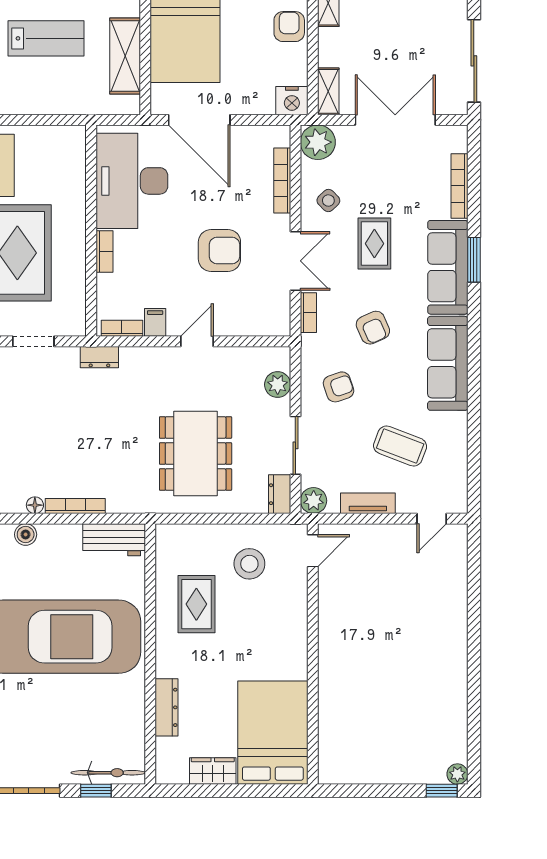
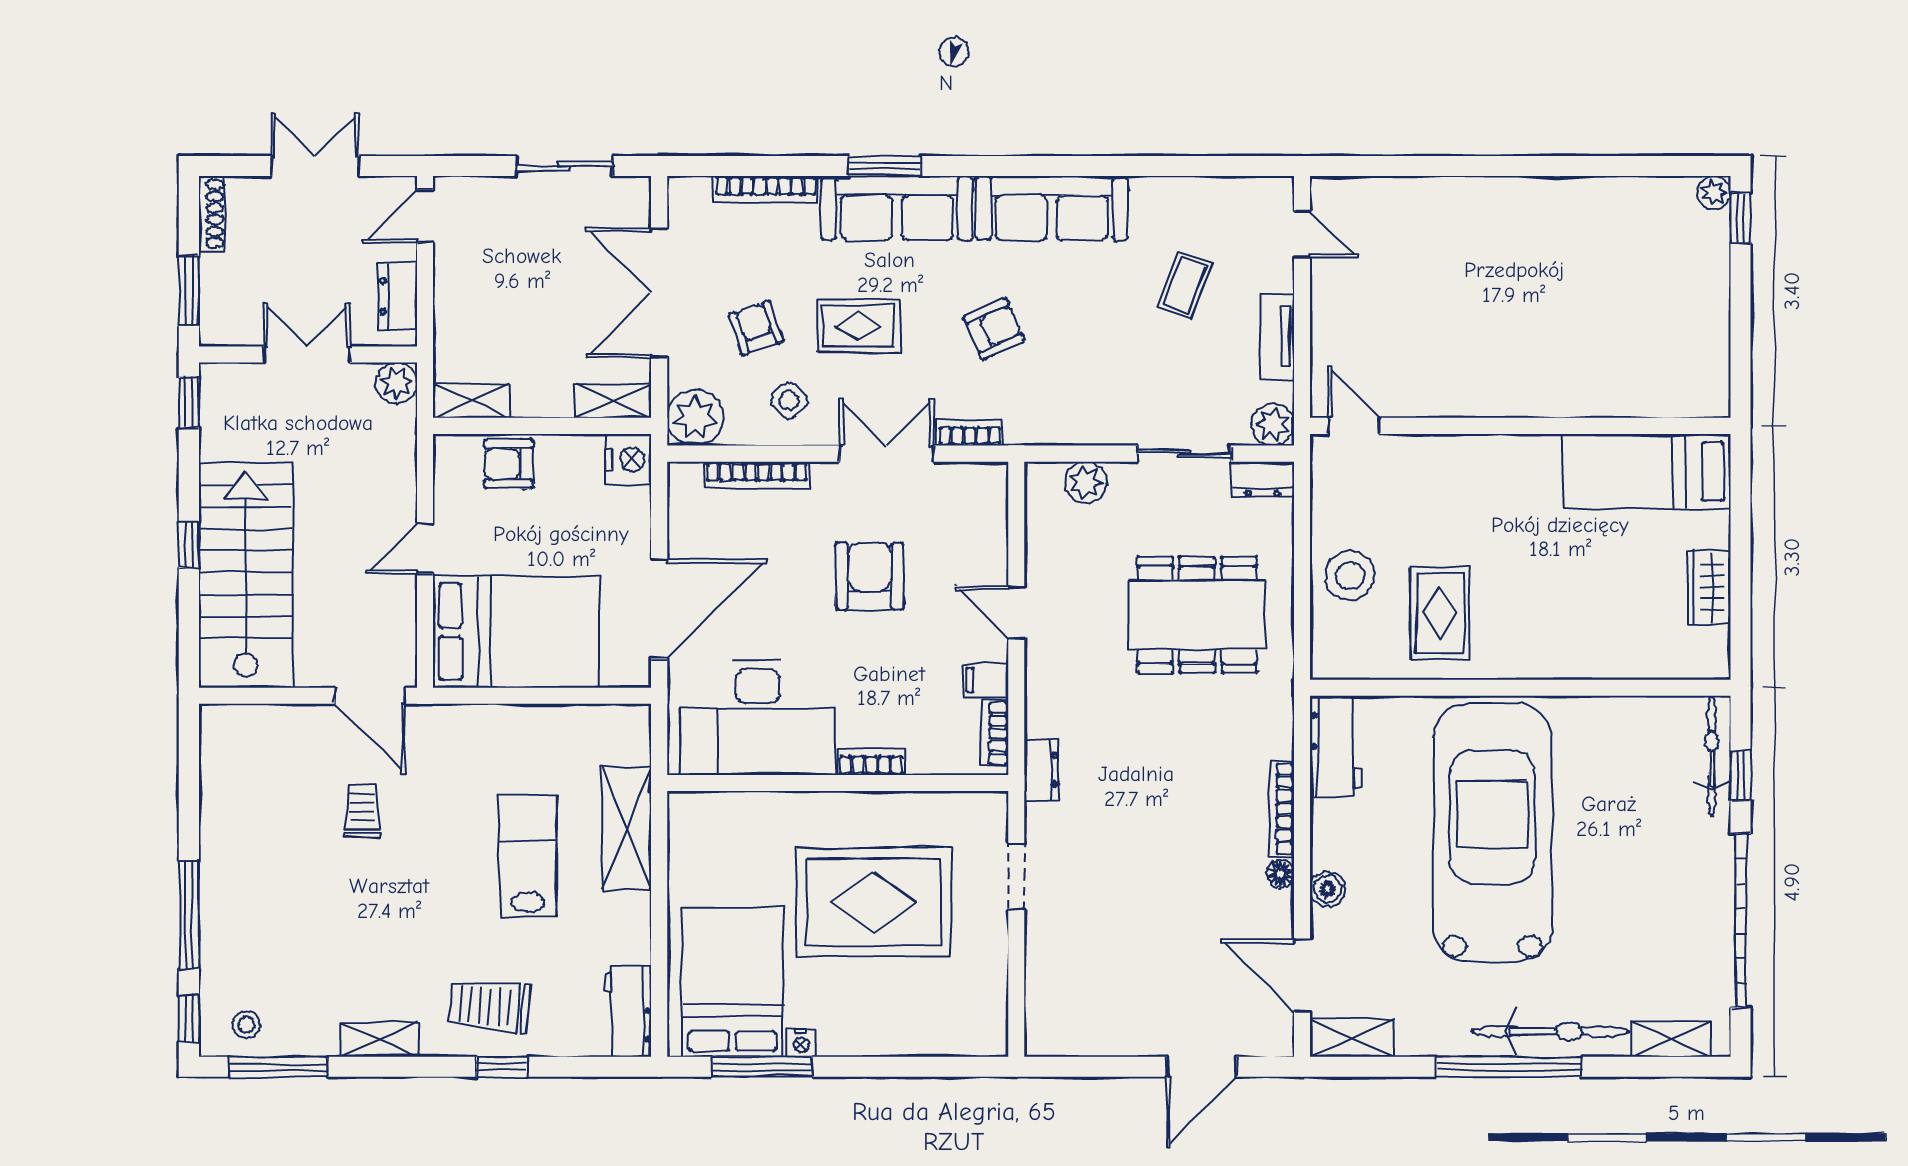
shelving: (125, 56) -> (627, 829), moved, turned 90
sliding door: (474, 61) -> (564, 166), width x0.73
armchair: (339, 387) -> (756, 328), moved
coffee table: (400, 446) -> (1185, 285), width x0.73, depth x0.77
stool: (249, 564) -> (1350, 576), moved
rug: (196, 604) -> (1440, 613), turned 90
dresser: (166, 707) -> (1606, 662), removed
bed: (273, 733) -> (1647, 471), width x0.67

